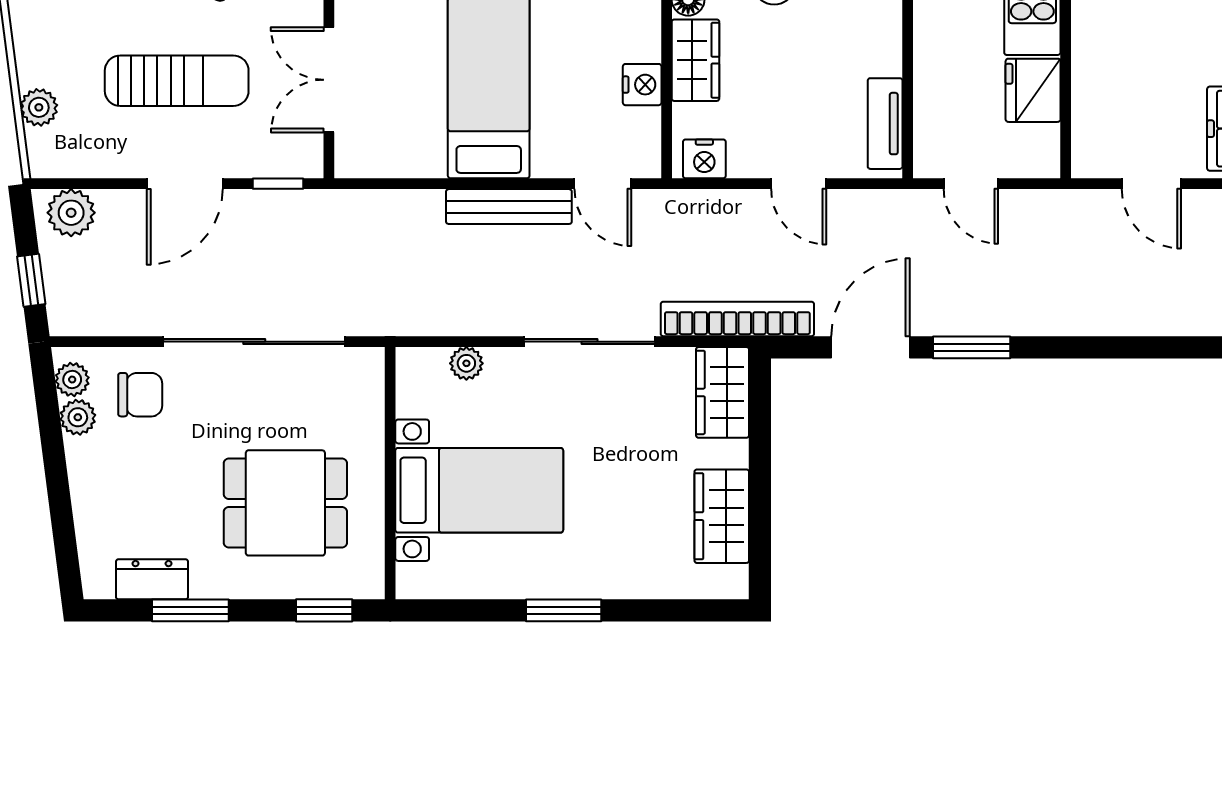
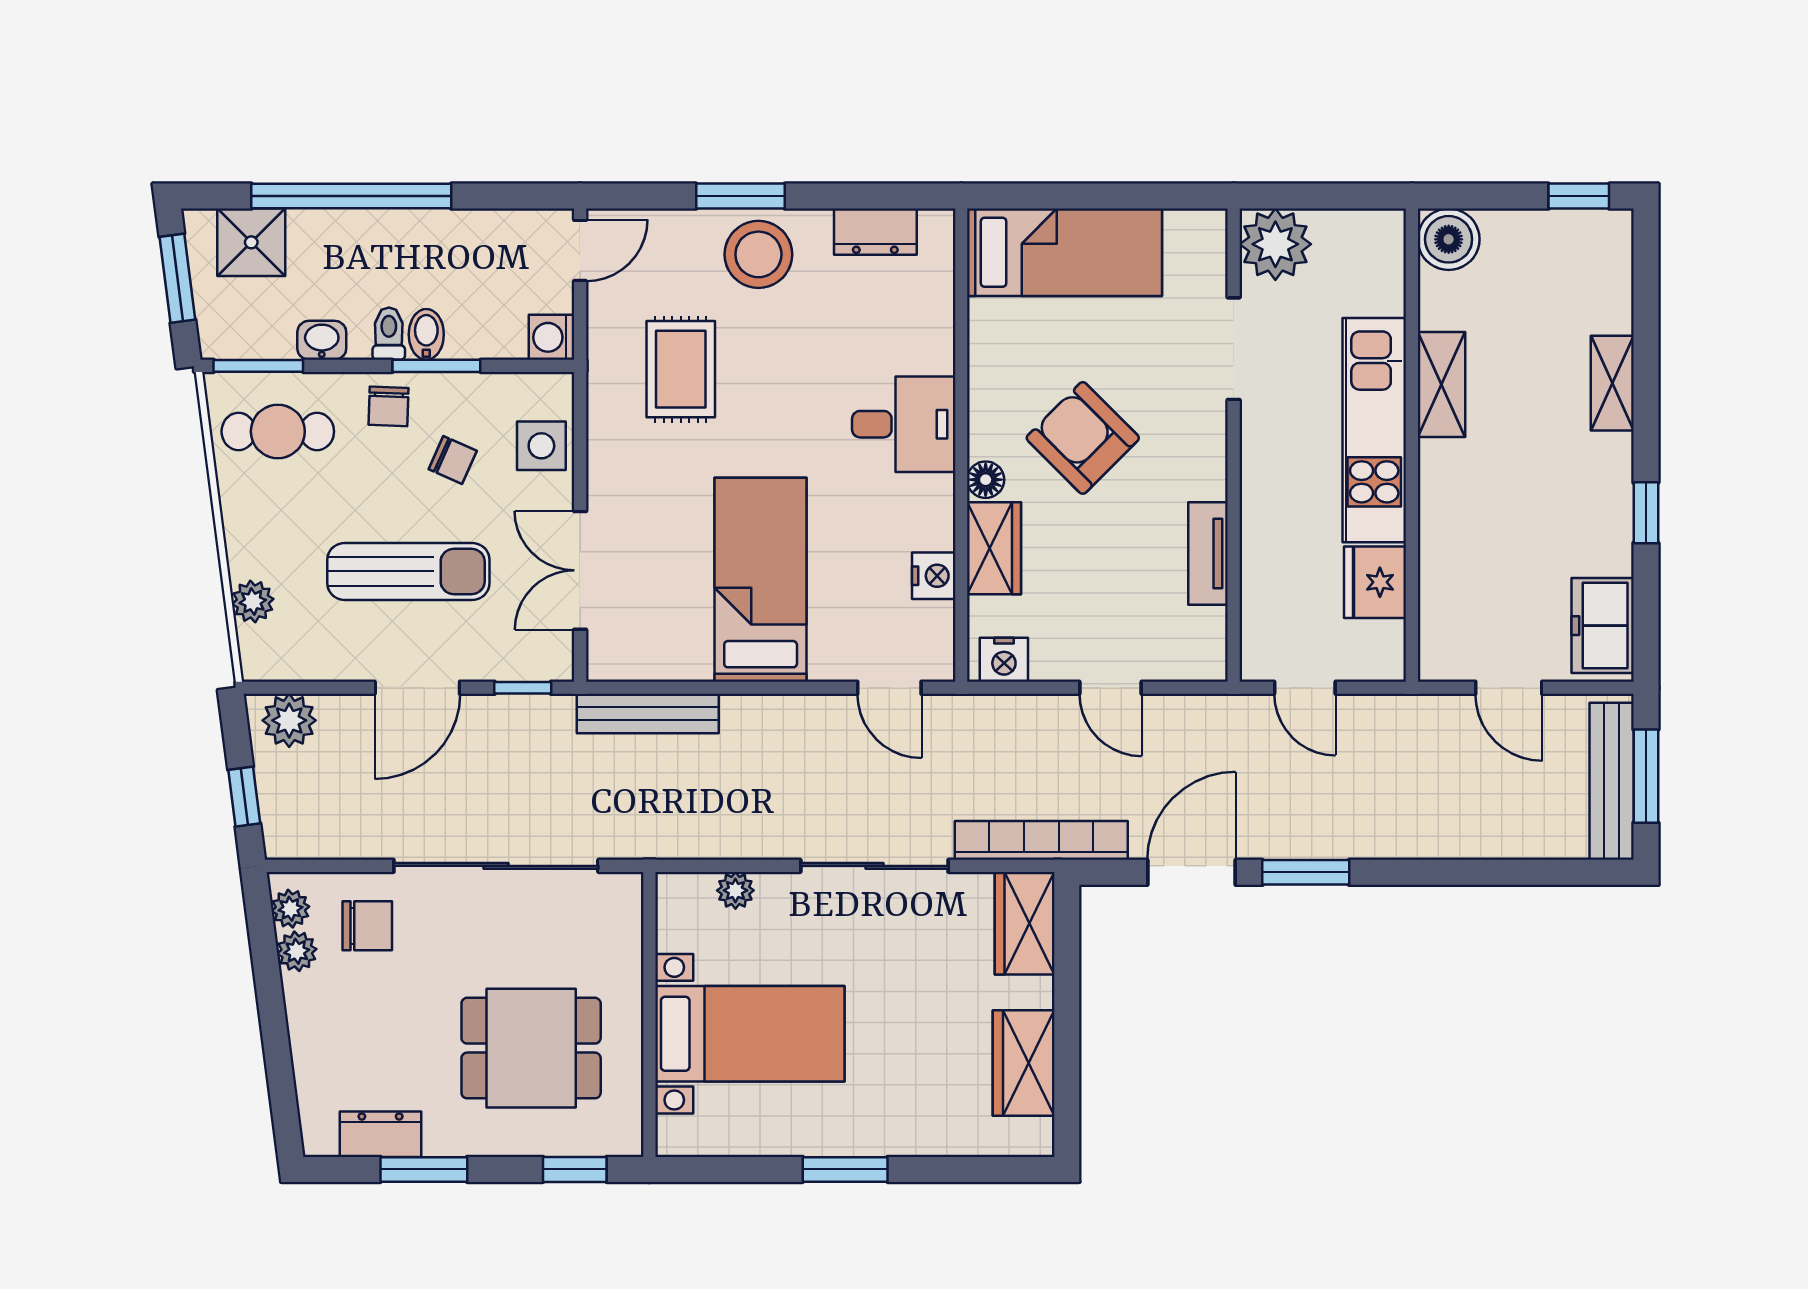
tv unit: (885, 124) -> (1208, 553), moved
bench: (509, 207) -> (648, 713), moved

